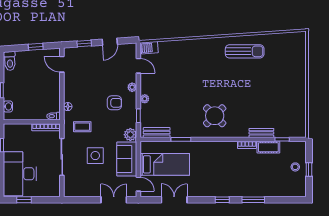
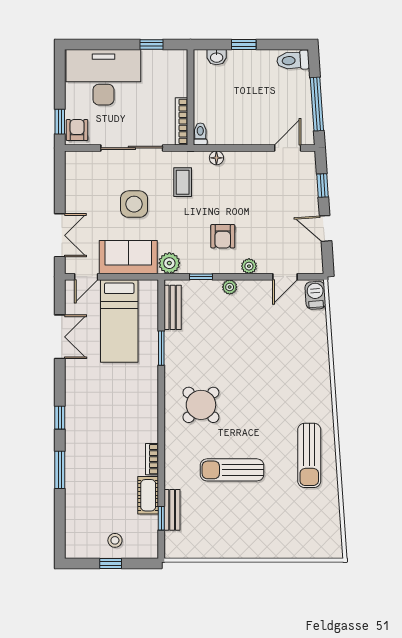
window: (36, 47) -> (317, 104), width x2.17
sun lounger: (253, 97) -> (232, 470), added
bench: (261, 133) -> (172, 510), moved
armchair: (51, 189) -> (77, 130), added
window: (24, 200) -> (60, 122), moved

